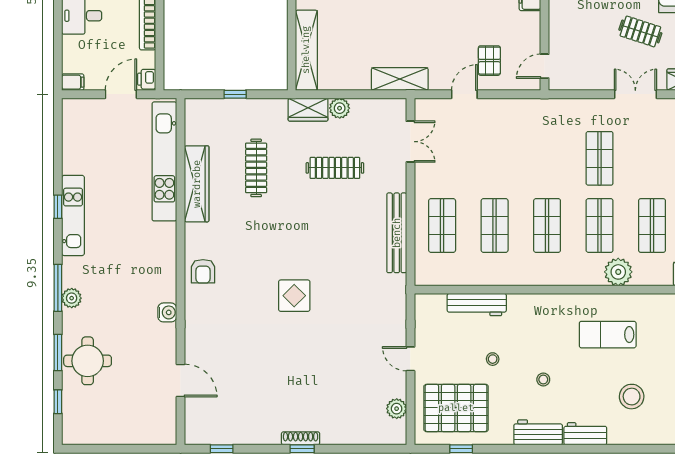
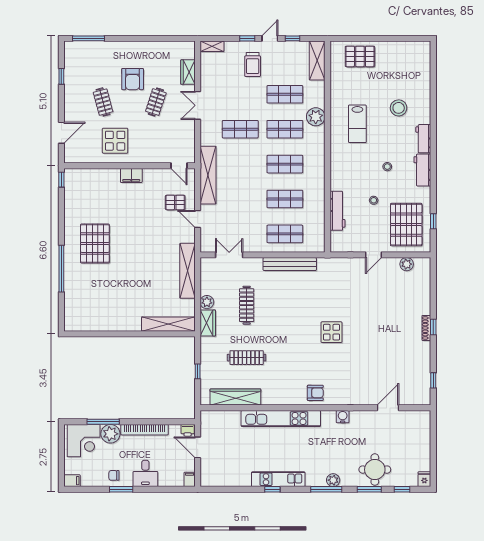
shelving: (400, 79) -> (188, 271), width x1.47
shelving: (531, 110) -> (208, 175), added
kitchen unit: (164, 161) -> (281, 418), moved
wardrobe: (197, 184) -> (235, 397), moved
fridge: (73, 435) -> (424, 479), added

